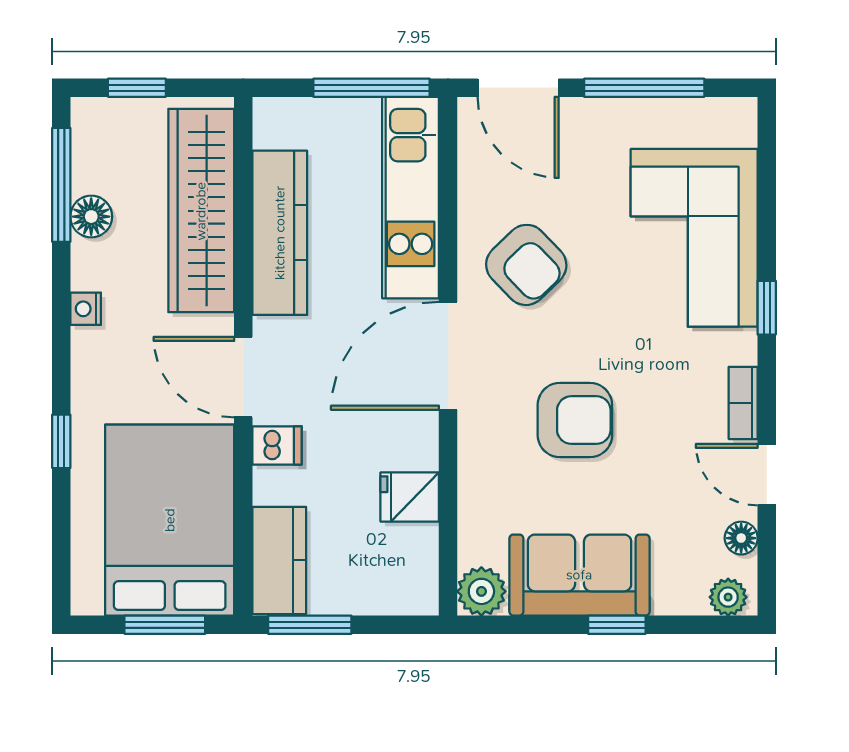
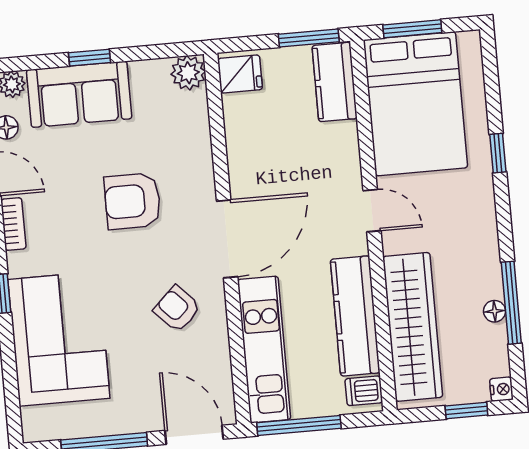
window: (61, 185) -> (511, 303), moved
floor lamp: (91, 217) -> (495, 311), width x0.73, depth x0.73
armchair: (526, 265) -> (177, 309), width x0.72, depth x0.72
nightstand: (86, 309) -> (501, 389), moved
door: (243, 377) -> (372, 211), width x0.73
dishwasher: (277, 445) -> (364, 391), moved
fridge: (410, 497) -> (240, 74), moved
sofa: (579, 575) -> (79, 94), moved

